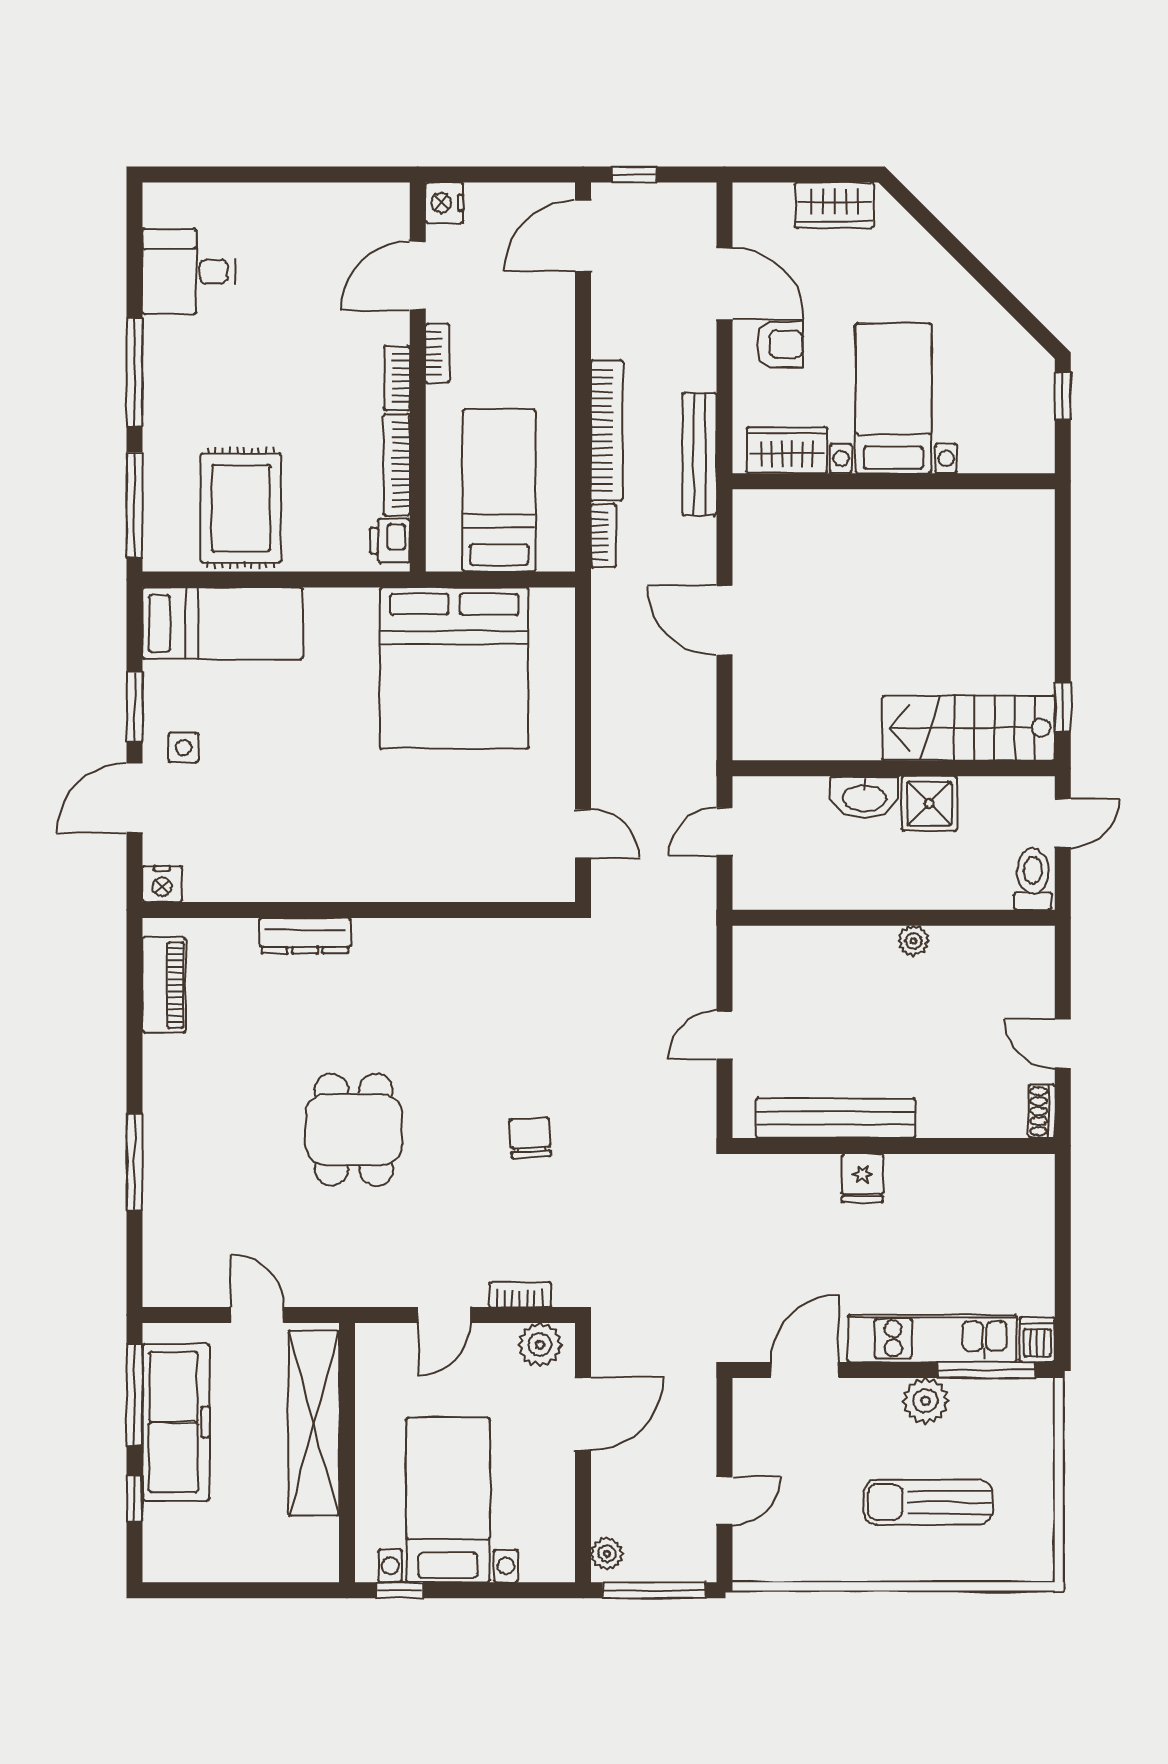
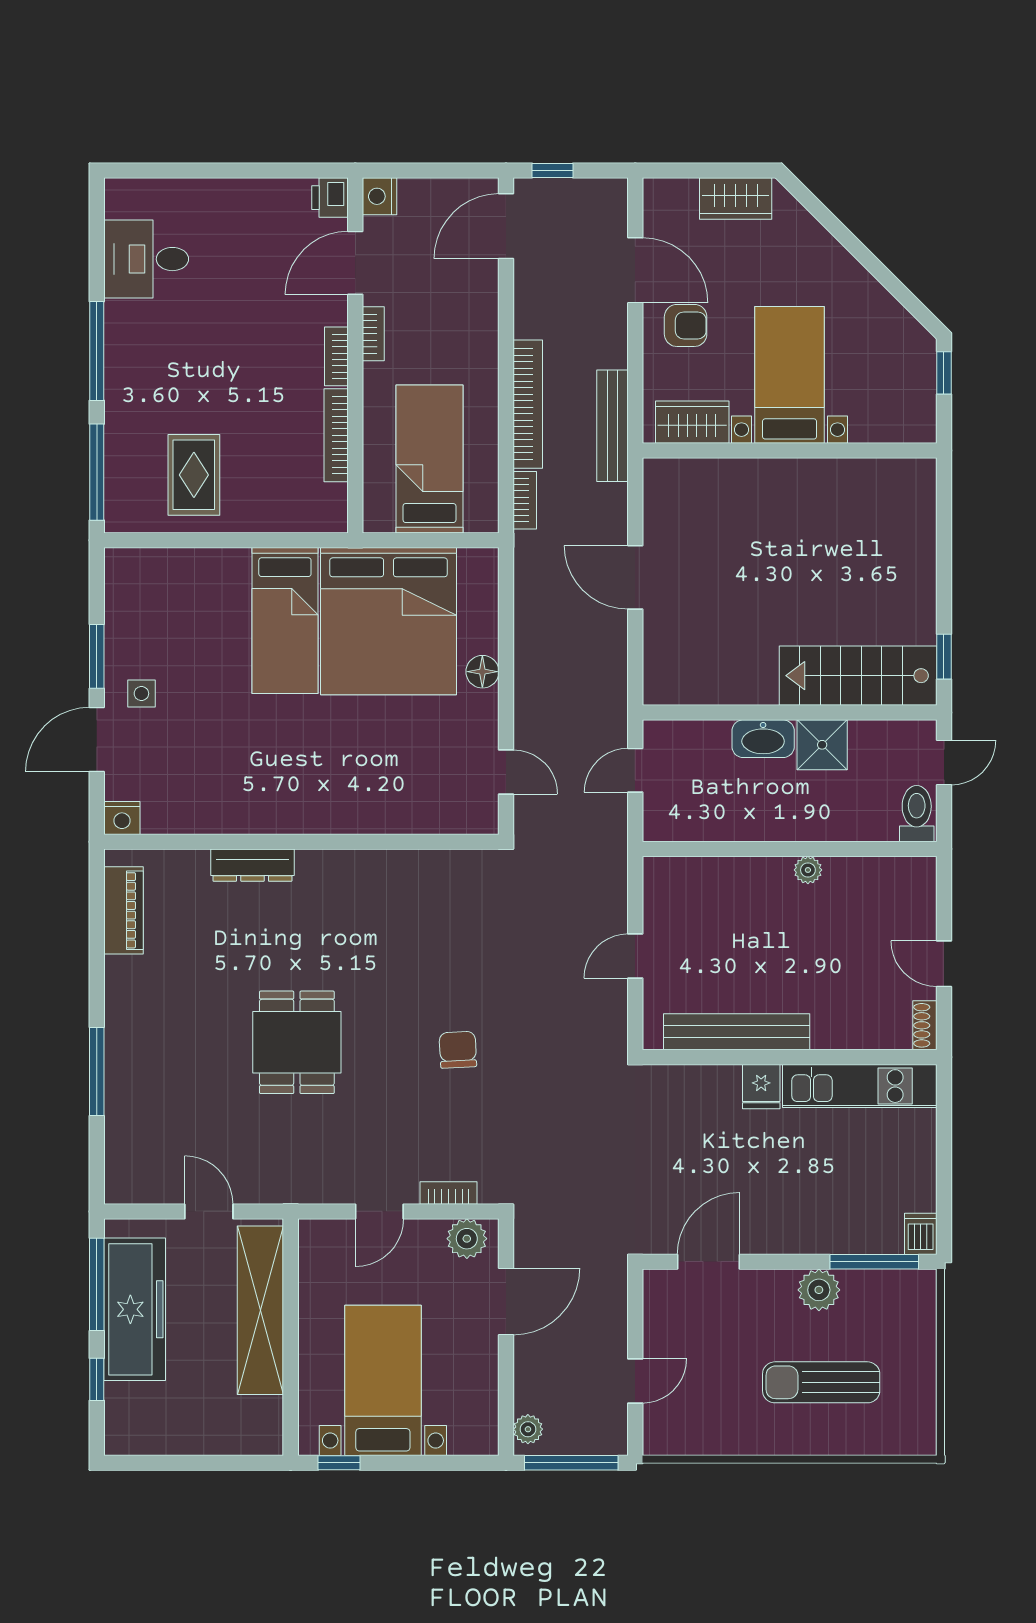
rug: (241, 508) -> (194, 475), width x0.73, depth x0.70
printer: (390, 541) -> (330, 198), moved
bed: (223, 623) -> (285, 621), moved, turned 90
floor lamp: (557, 724) -> (482, 672), added
kitchen unit: (932, 1338) -> (860, 1086), moved, turned 180

